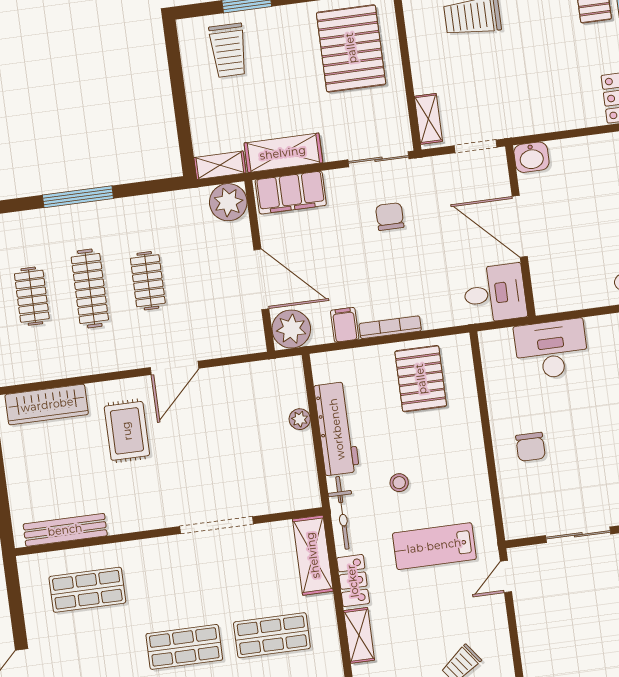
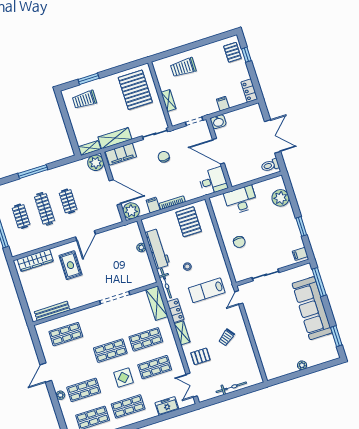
trolley: (228, 50) -> (84, 100), turned 90
filing cabinet: (550, 117) -> (223, 104), added
shelving: (428, 119) -> (169, 101), moved

